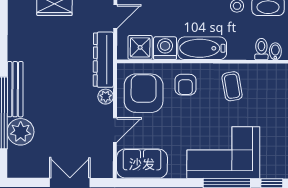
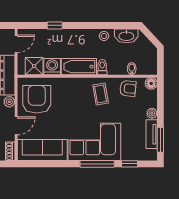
toilet: (261, 49) -> (102, 67), moved
armchair: (185, 85) -> (128, 88), moved, turned -84
sofa: (142, 164) -> (42, 150), width x1.36
shoe rack: (107, 165) -> (10, 151), added

